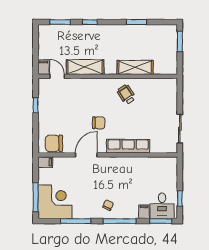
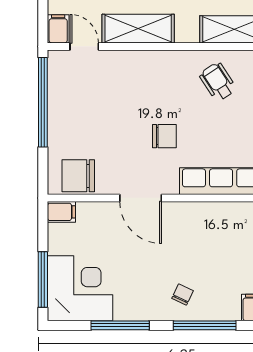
window: (36, 105) -> (43, 102), width x3.17
door: (86, 155) -> (141, 198), swing flipped

